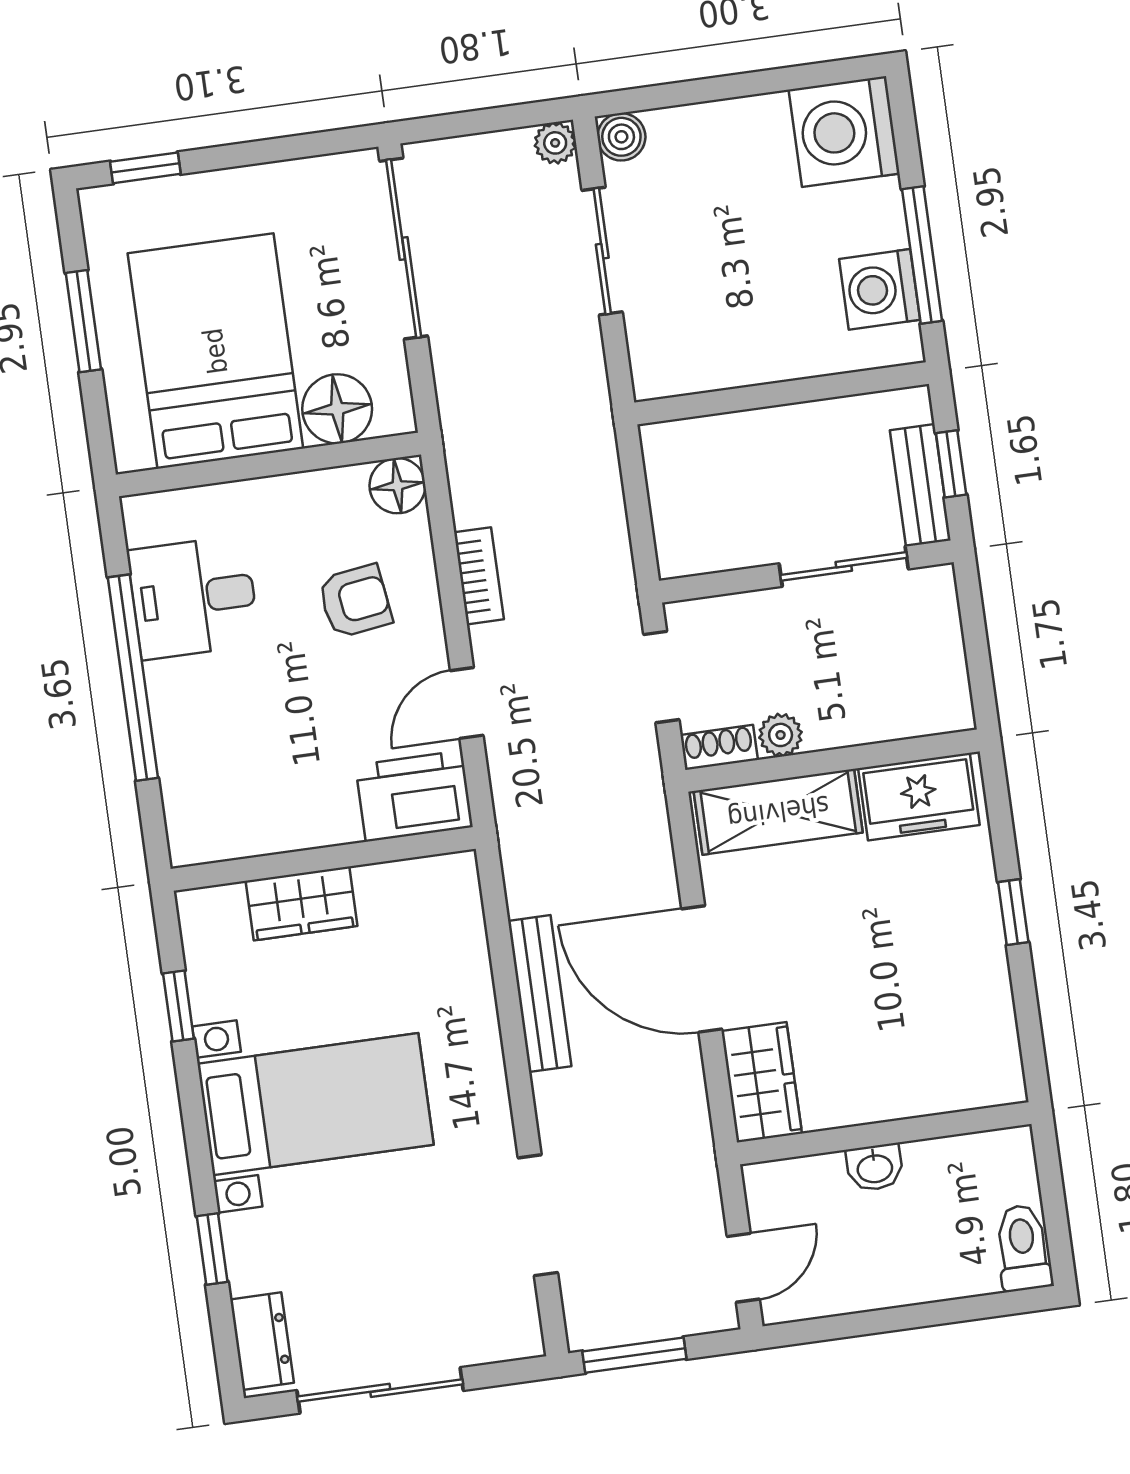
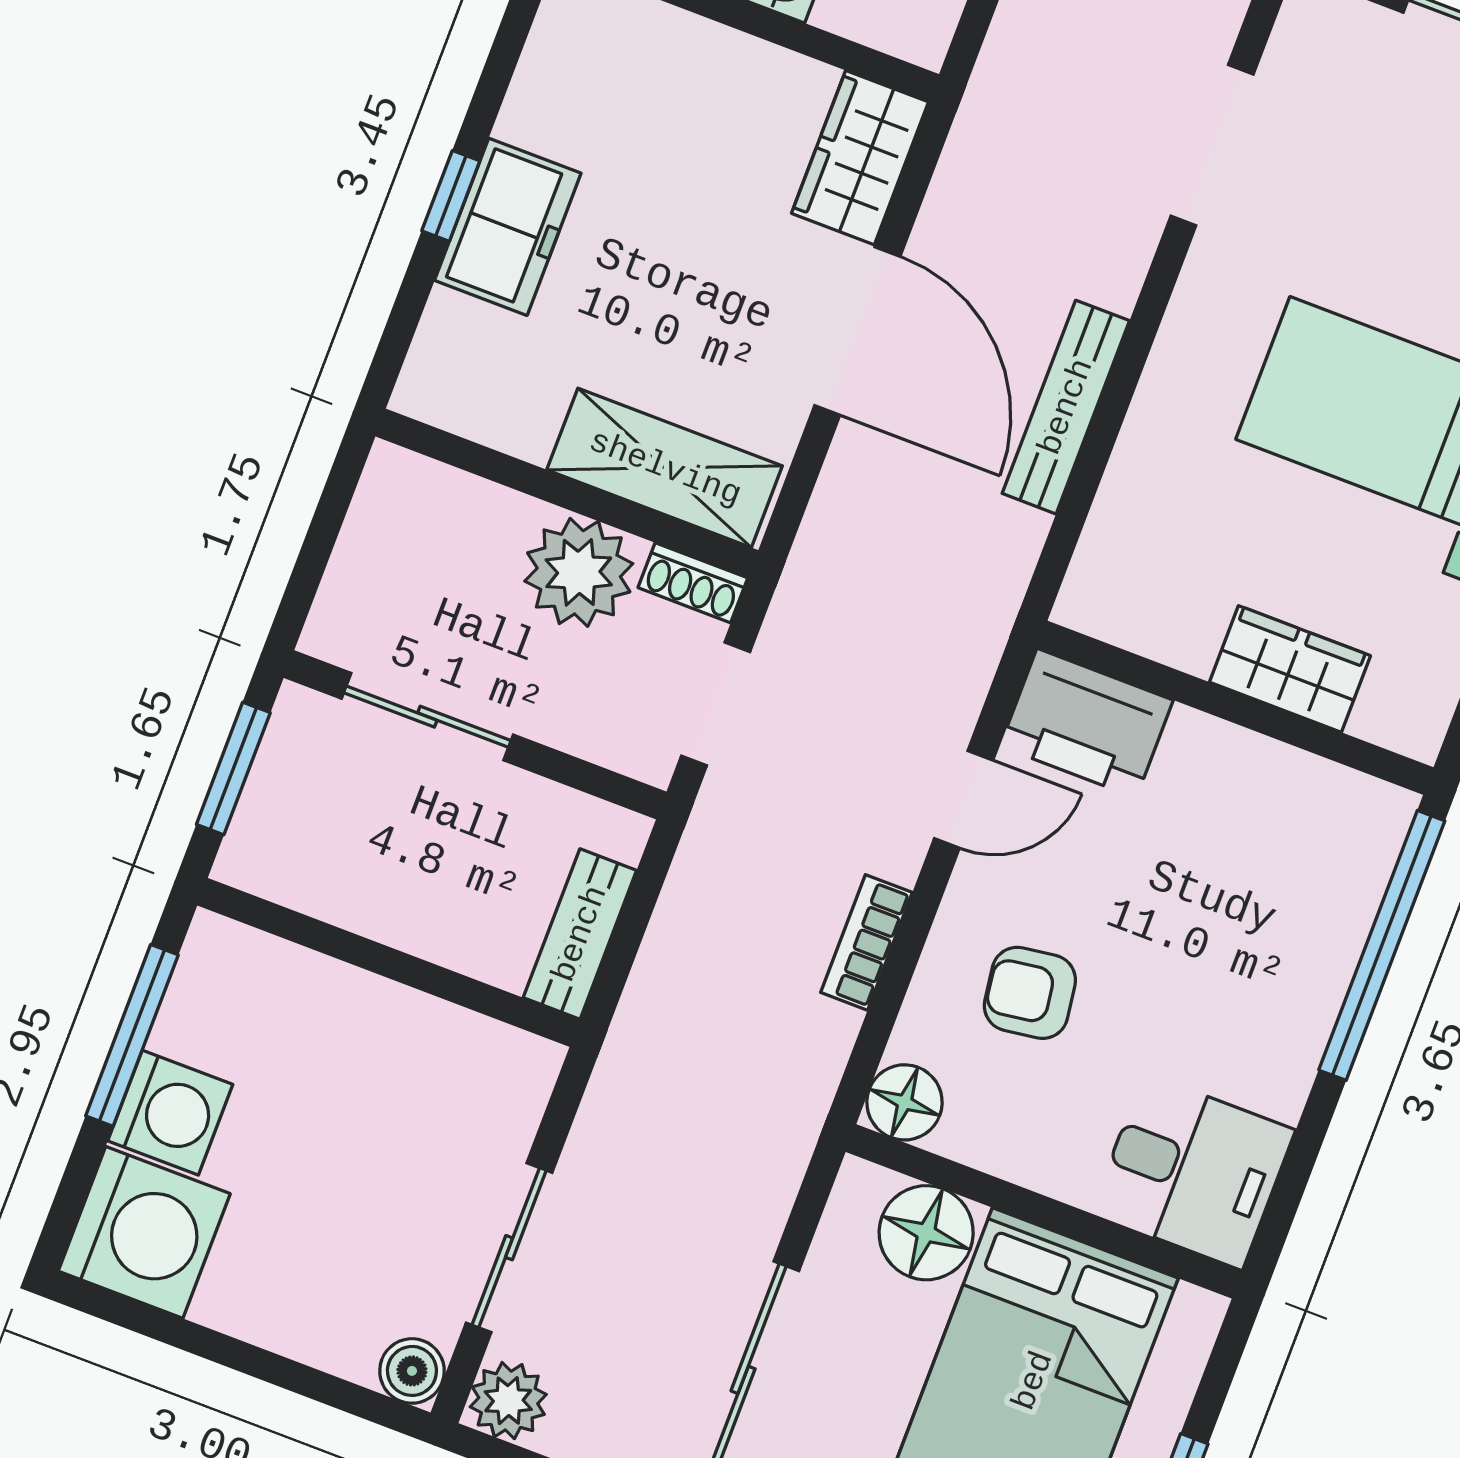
plant: (555, 143) -> (508, 1401), width x1.38, depth x1.38
washing machine: (880, 289) -> (170, 1113), moved
window: (951, 464) -> (233, 768), width x1.50
bench: (920, 485) -> (580, 934), moved
desk: (193, 597) -> (1193, 1171), moved
window: (133, 678) -> (1382, 945), moved
plant: (781, 735) -> (579, 572), width x1.87, depth x1.87
freezer: (919, 797) -> (508, 227), moved, turned 90

